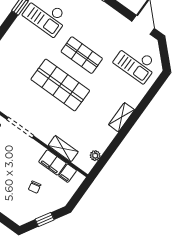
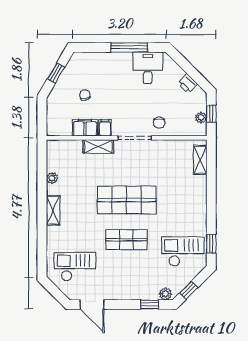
shelving: (63, 149) -> (98, 146), moved
plant: (95, 156) -> (52, 178), moved
filing cabinet: (68, 173) -> (105, 128), moved

